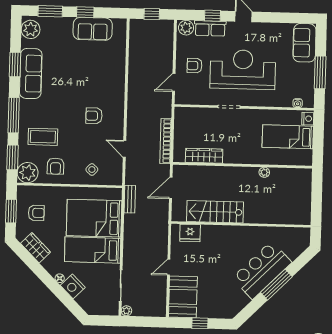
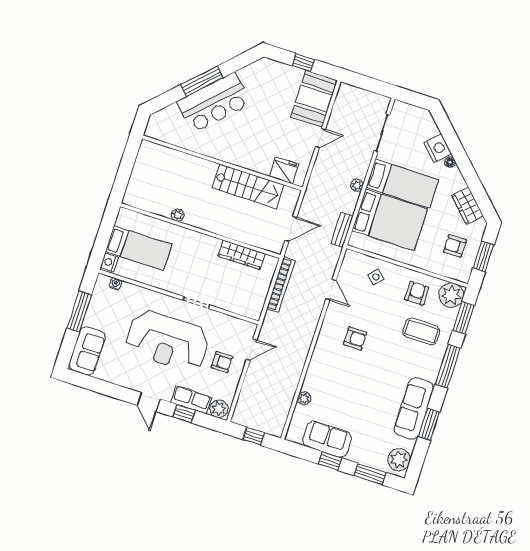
plant: (120, 56) -> (304, 398), added
plant: (126, 311) -> (357, 185), moved

